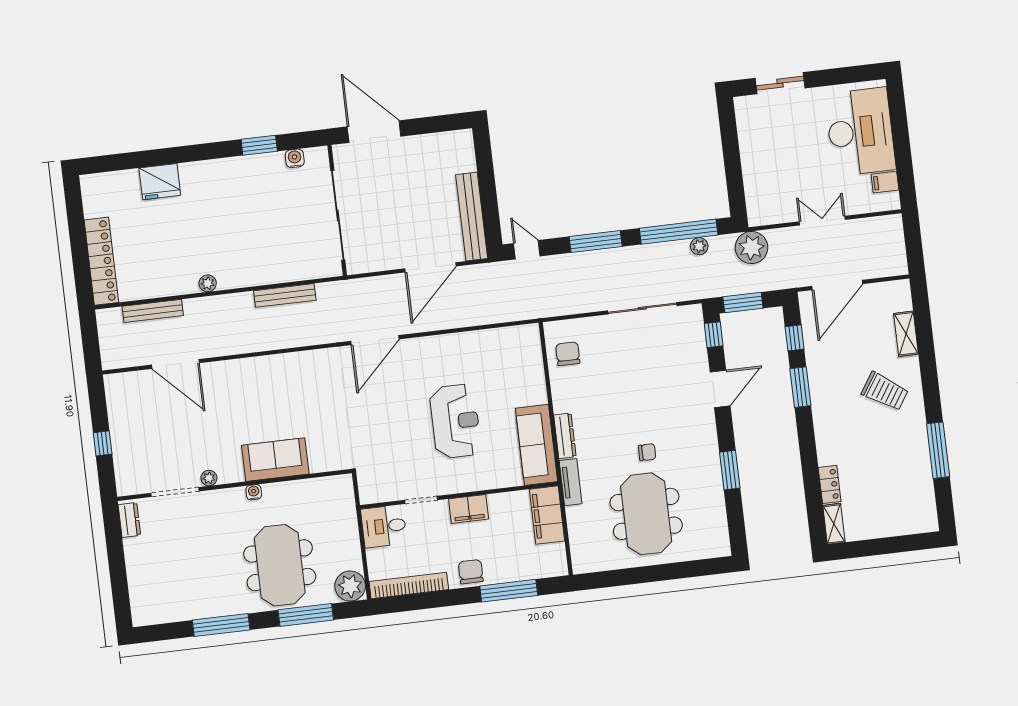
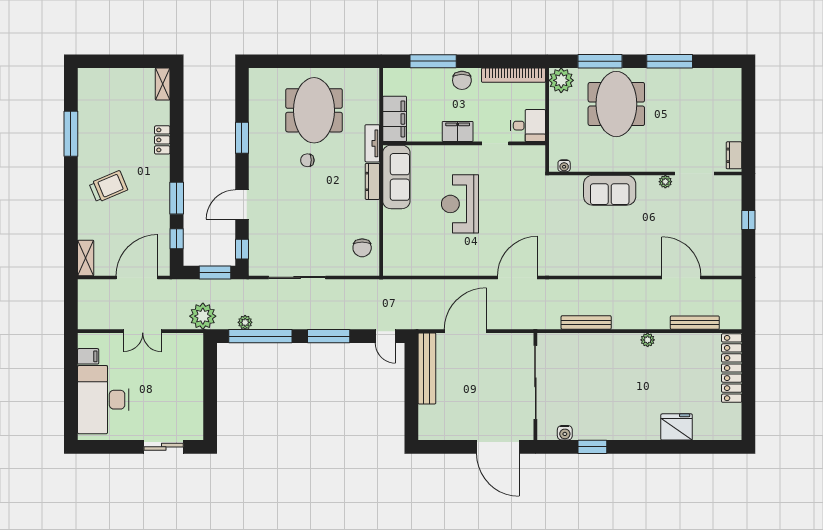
shelving: (906, 334) -> (86, 258), moved
trolley: (885, 391) -> (108, 187), turned 124
locker: (830, 484) -> (162, 140), moved
water cooler: (254, 492) -> (564, 166), moved

